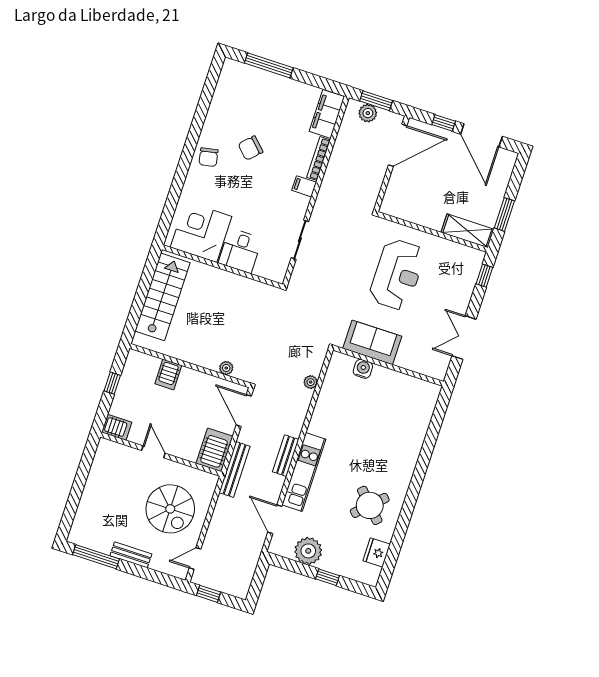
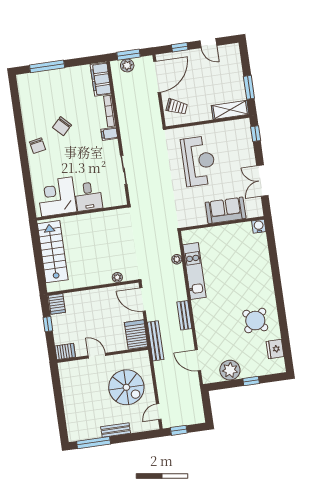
door: (481, 135) -> (208, 43), width x0.53
trolley: (404, 194) -> (177, 107), added
sofa: (372, 342) -> (226, 210), moved
water cooler: (363, 369) -> (259, 226), moved
server rack: (168, 374) -> (57, 304), moved
kitchen unit: (304, 472) -> (194, 271), moved

